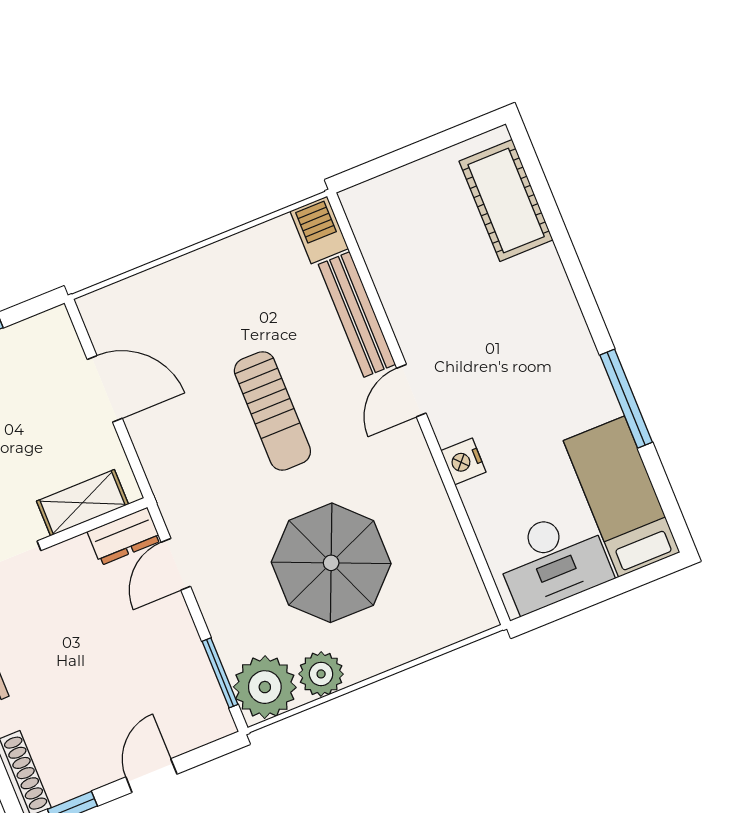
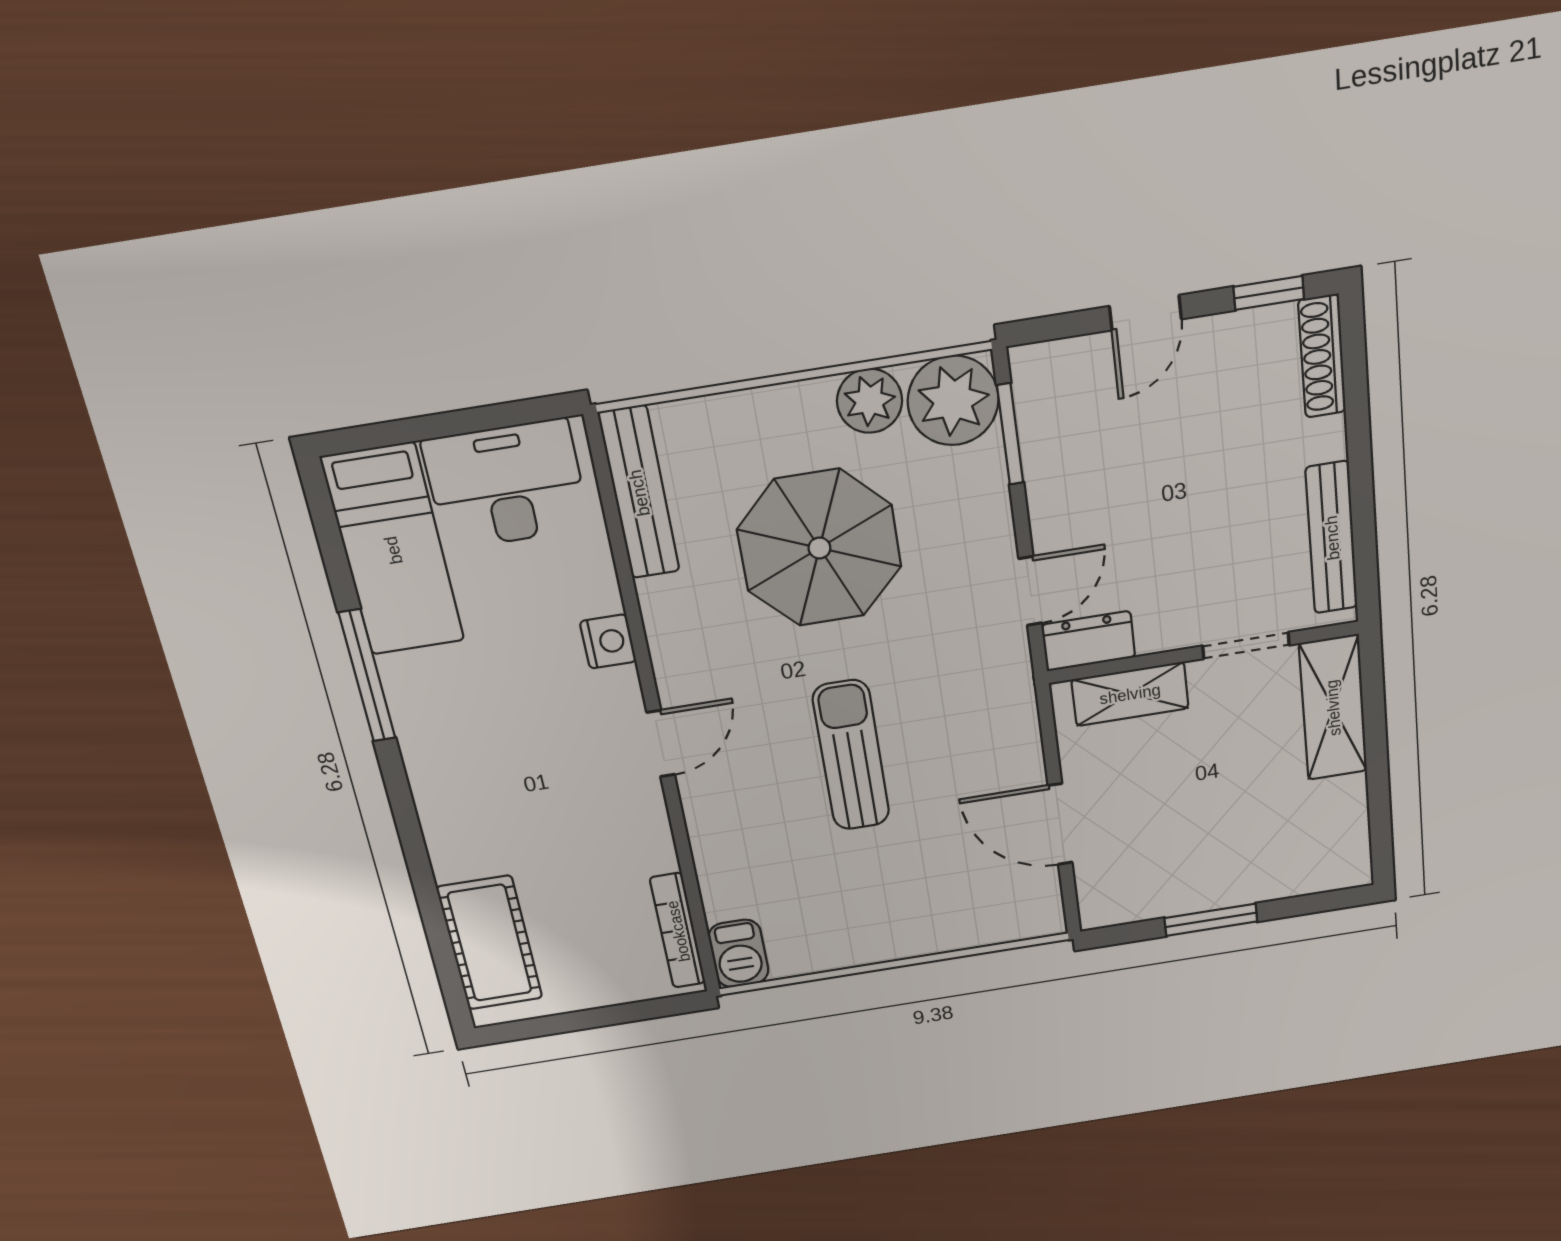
bookcase: (369, 240) -> (678, 931), added
bench: (357, 314) -> (639, 493), moved

